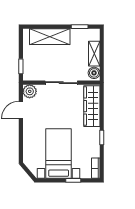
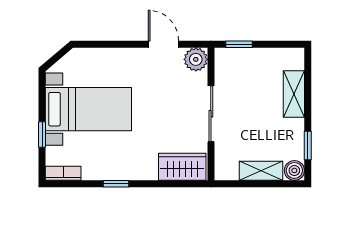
shelving: (50, 37) -> (294, 94), width x0.67, depth x0.75
boiler: (94, 73) -> (294, 170), moved
wardrobe: (92, 106) -> (182, 167), width x0.67

